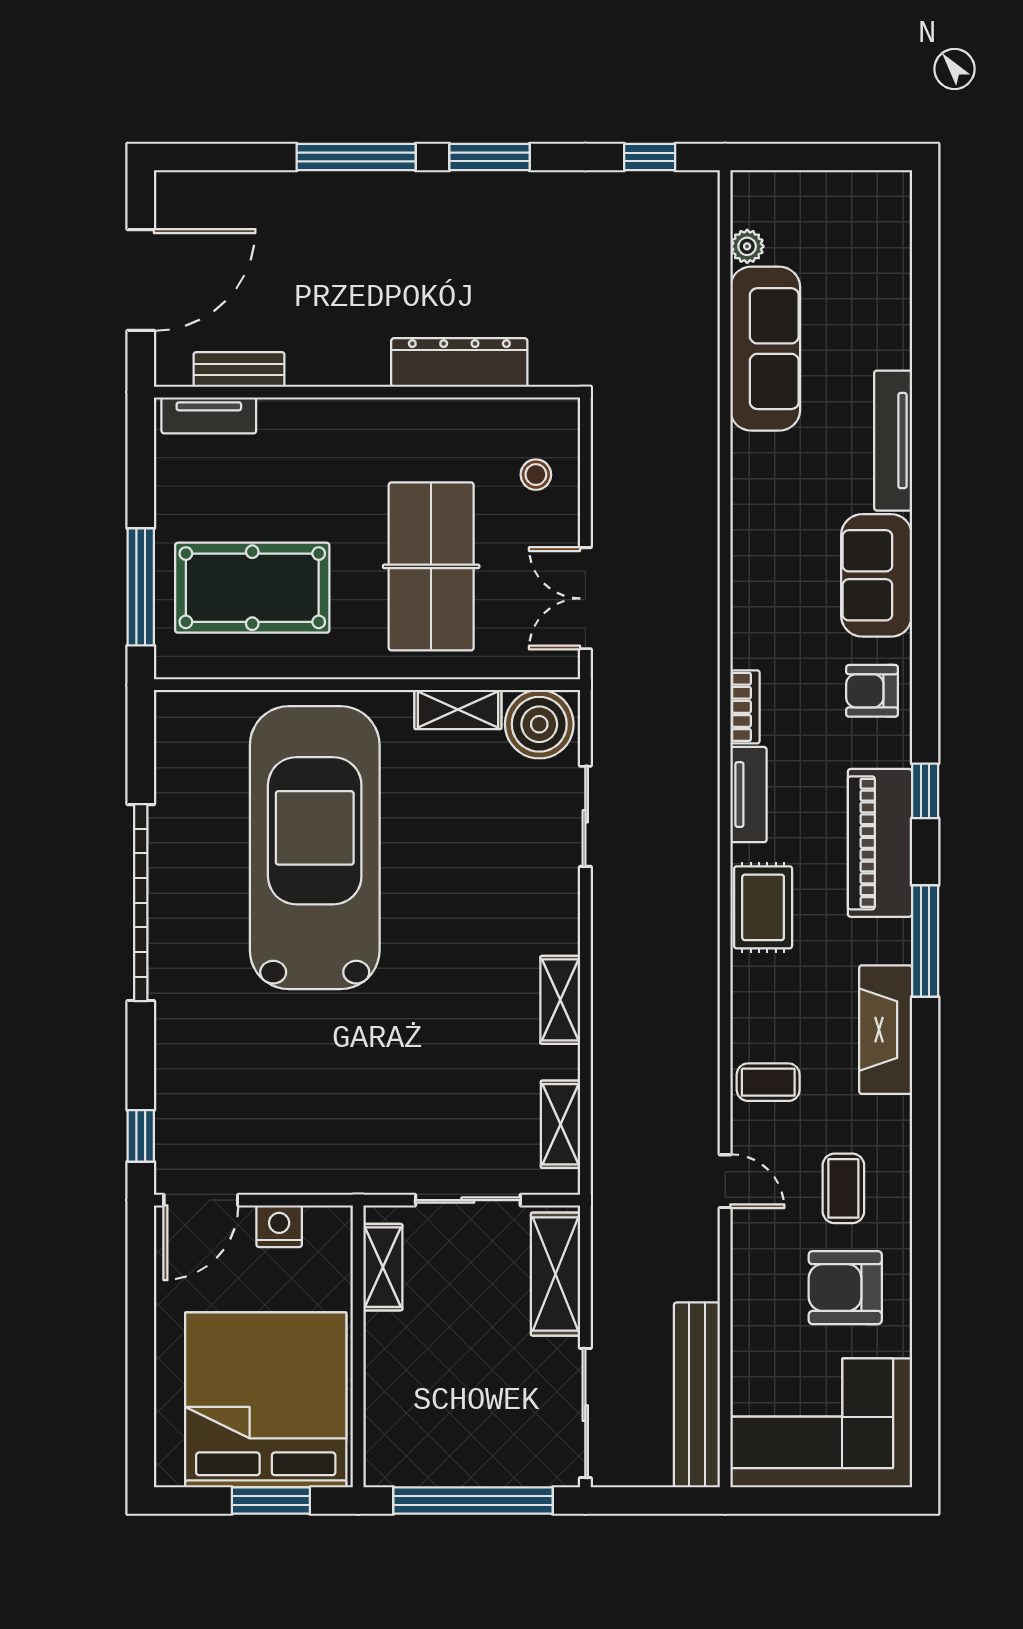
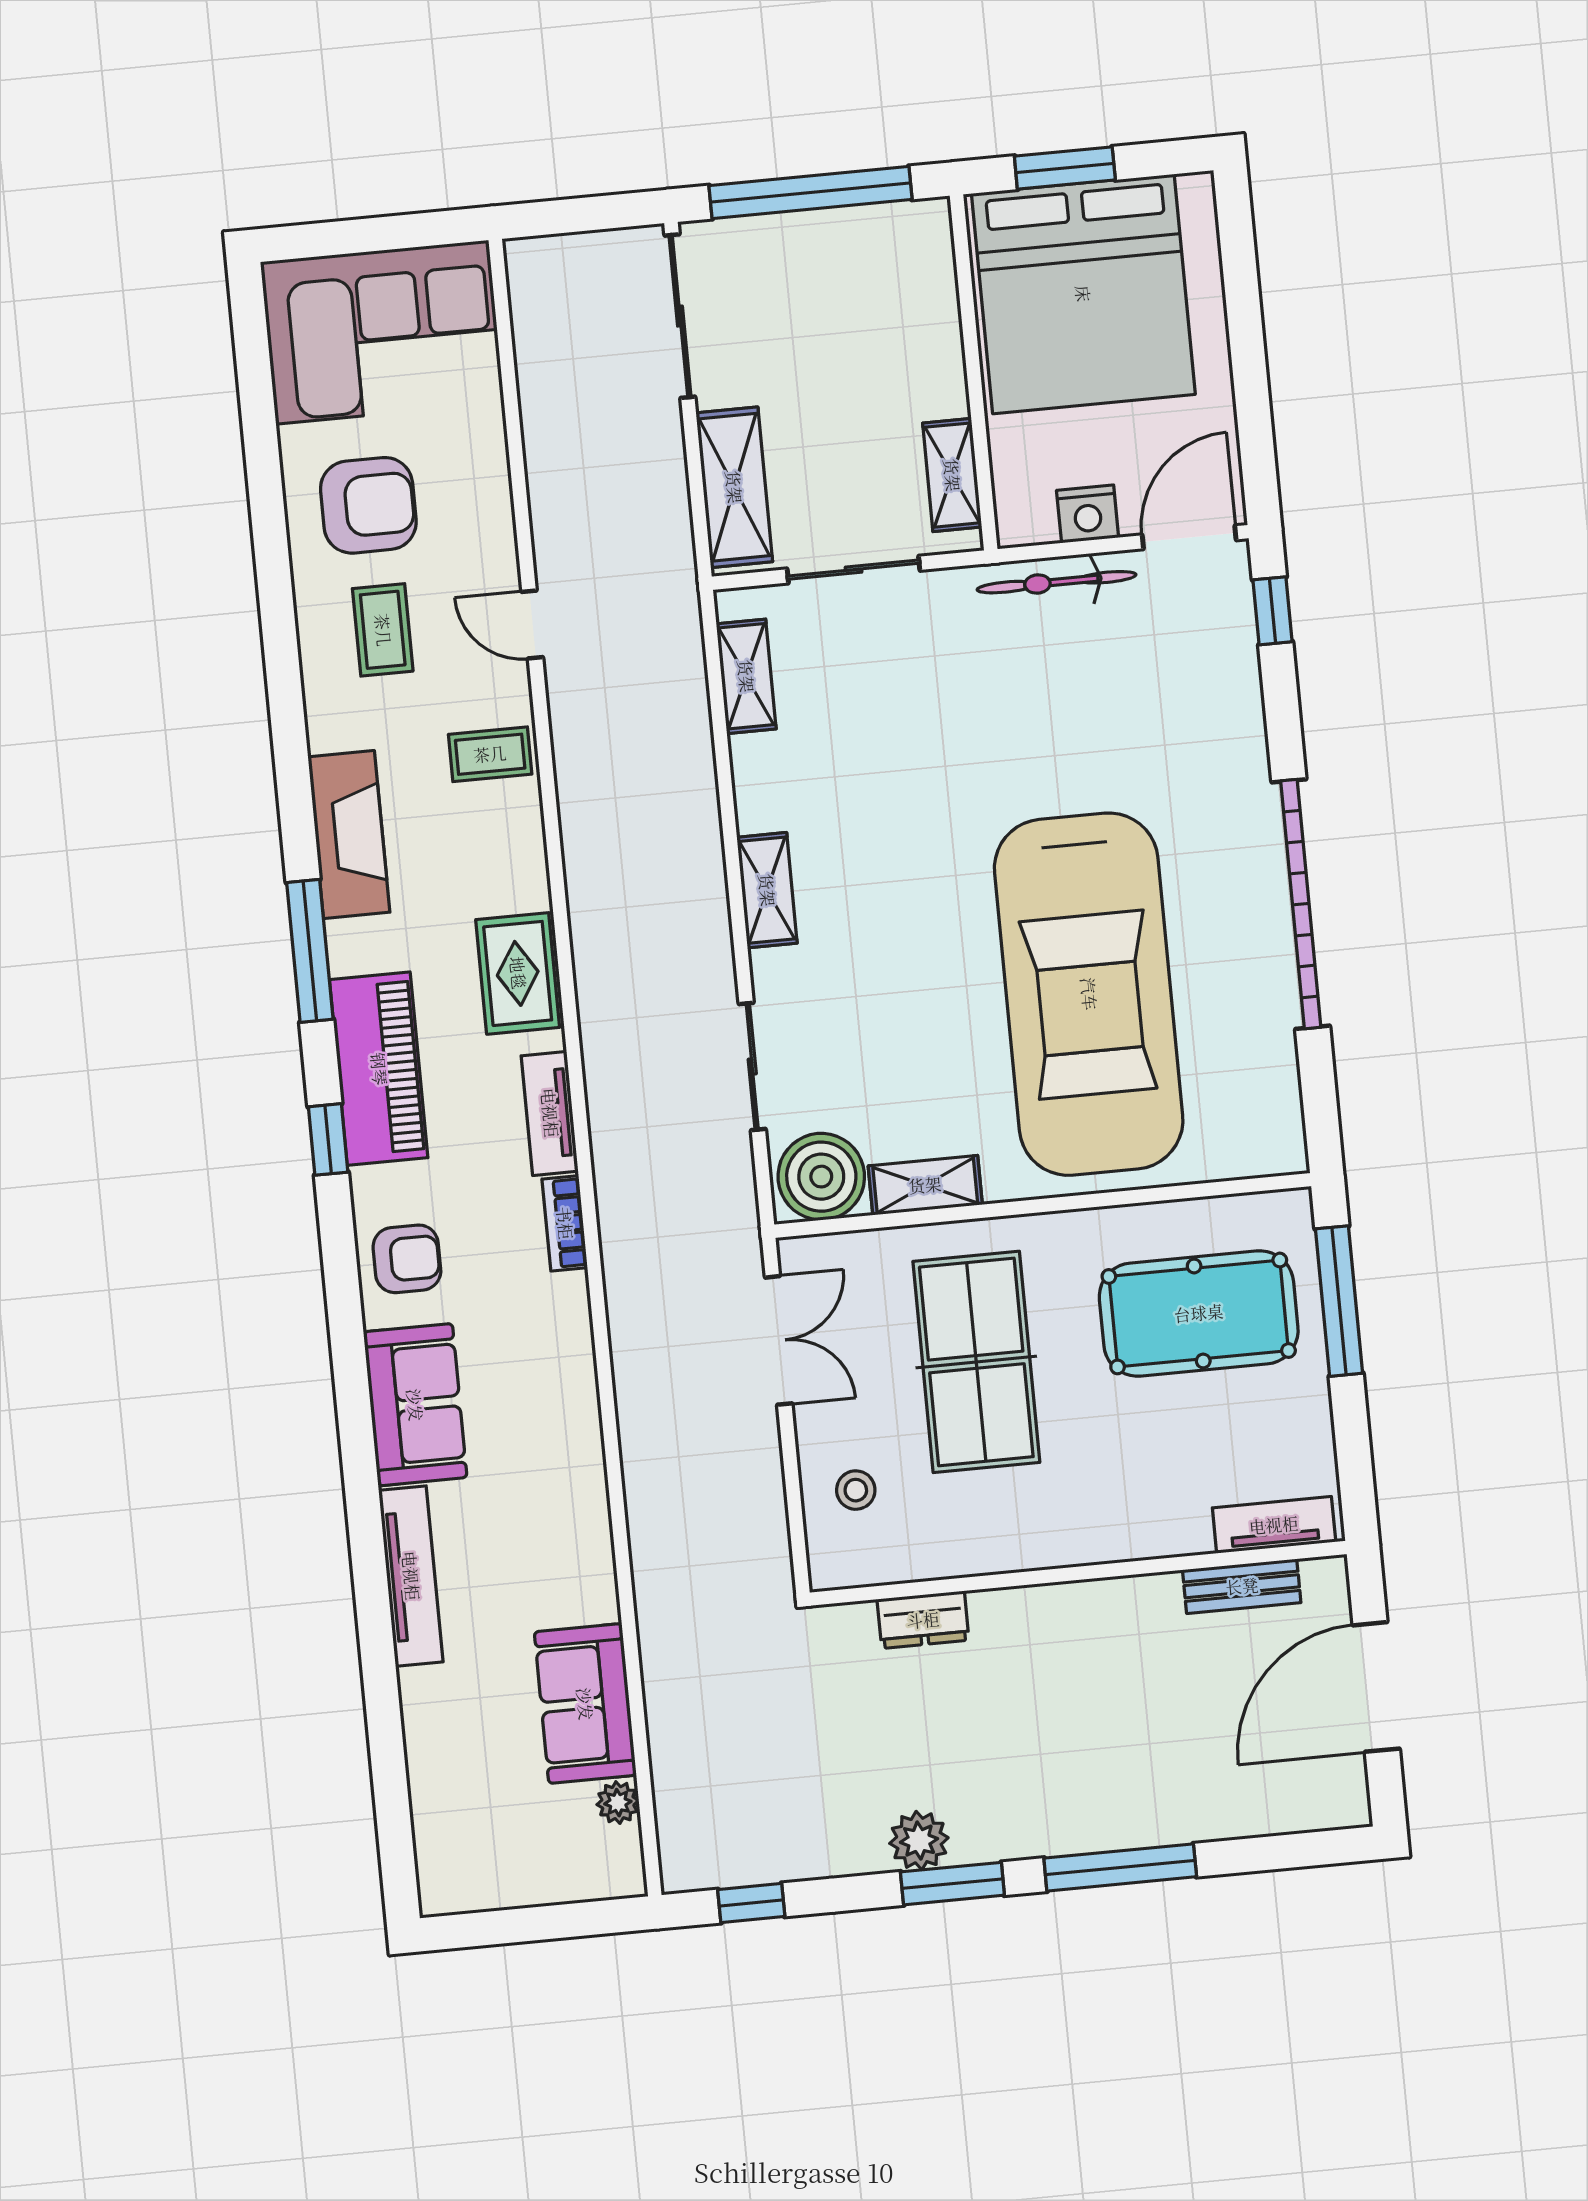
plant: (513, 194) -> (919, 1841), added
sofa: (765, 349) -> (585, 1704), width x0.73
dresser: (459, 363) -> (923, 1620), width x0.51, depth x0.80
shelving: (560, 1000) -> (767, 890), moved
bicycle: (309, 1175) -> (1057, 582), added
bench: (697, 1395) -> (542, 352), removed

